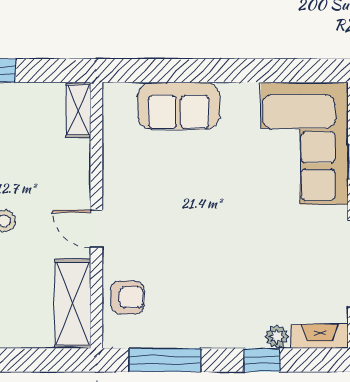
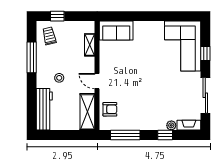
sofa: (179, 106) -> (116, 31), moved
shelving: (78, 110) -> (90, 45), moved

